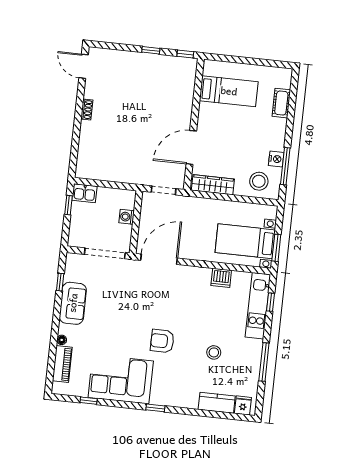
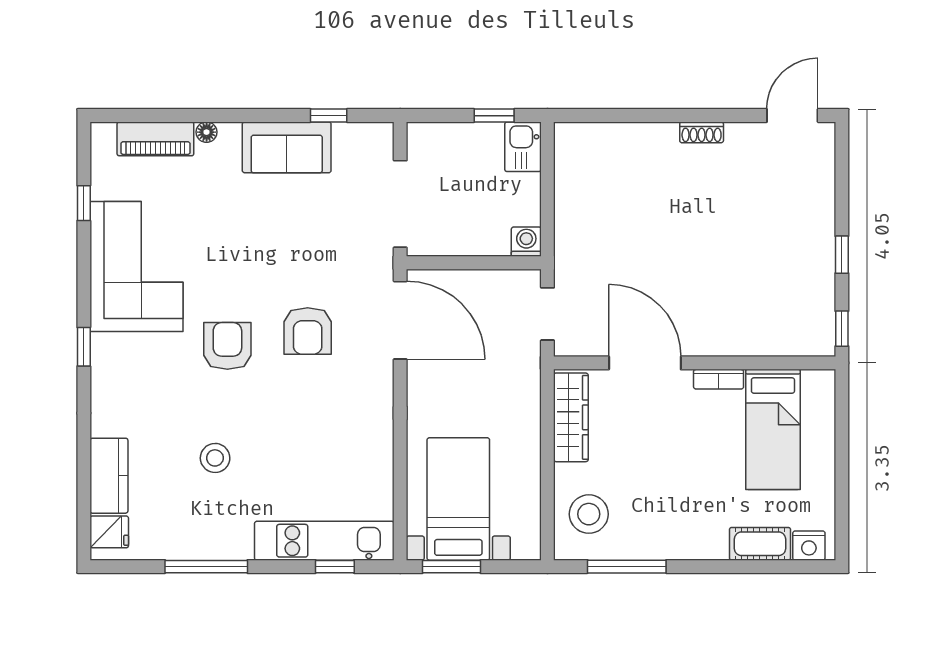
bookcase: (203, 114) -> (719, 379), added
nightstand: (276, 159) -> (809, 546), moved
washing machine: (127, 217) -> (526, 242), moved
dishwasher: (221, 278) -> (375, 456), removed
armchair: (159, 303) -> (308, 331), added

